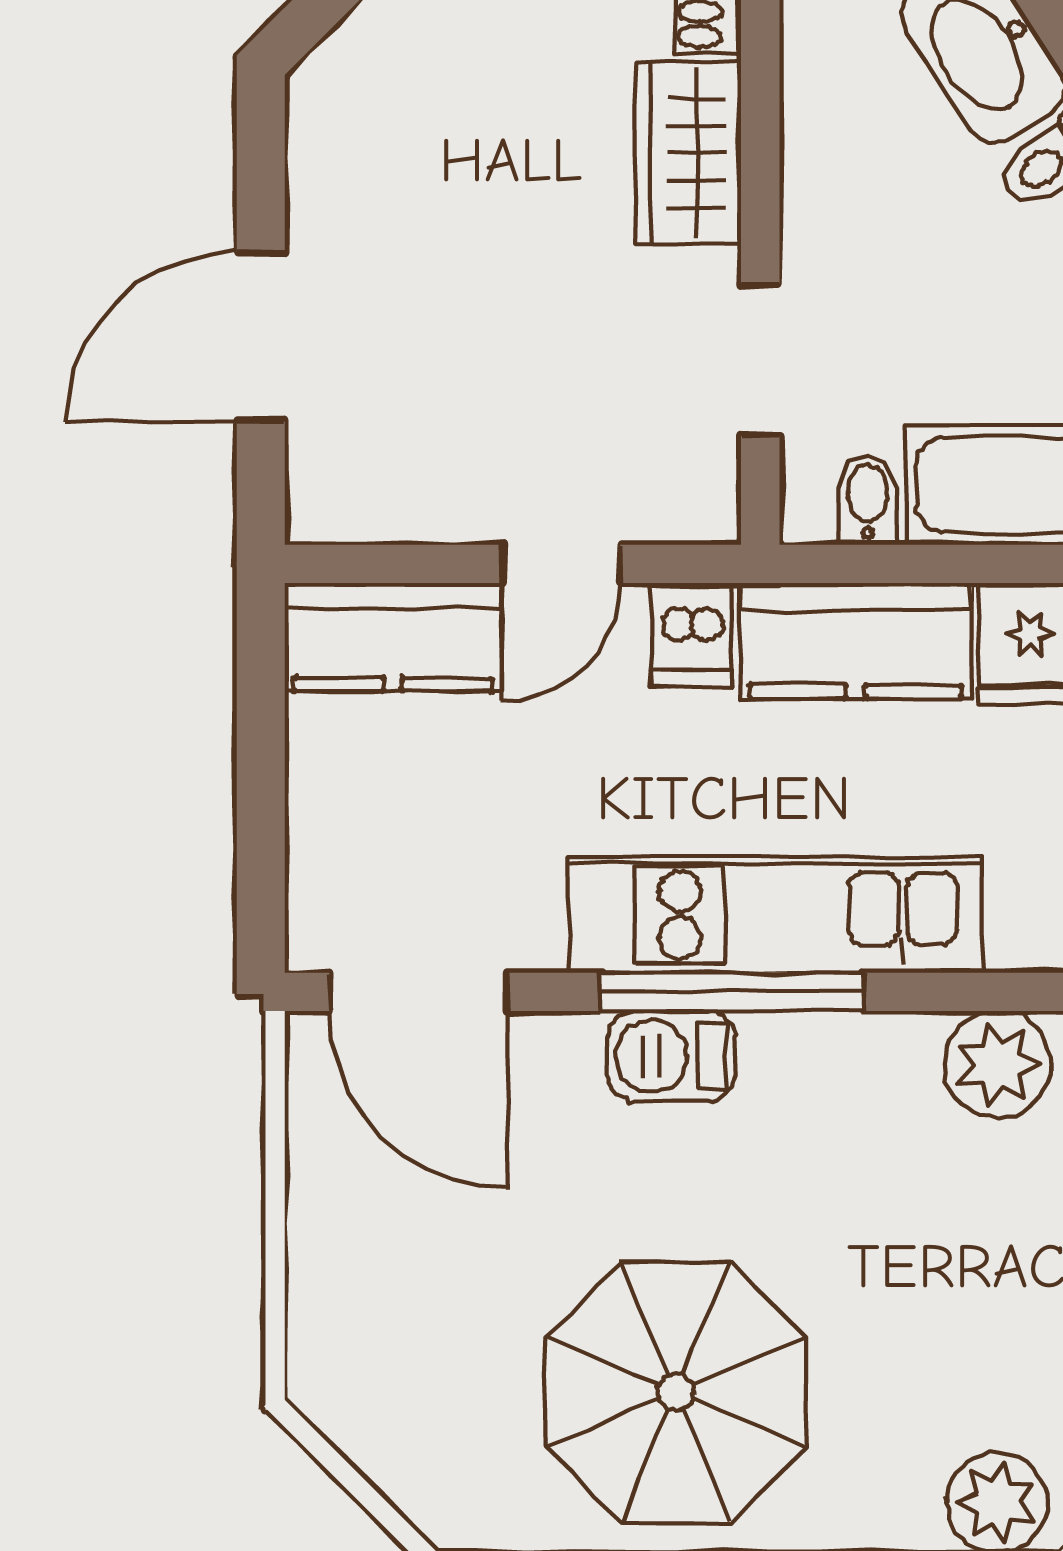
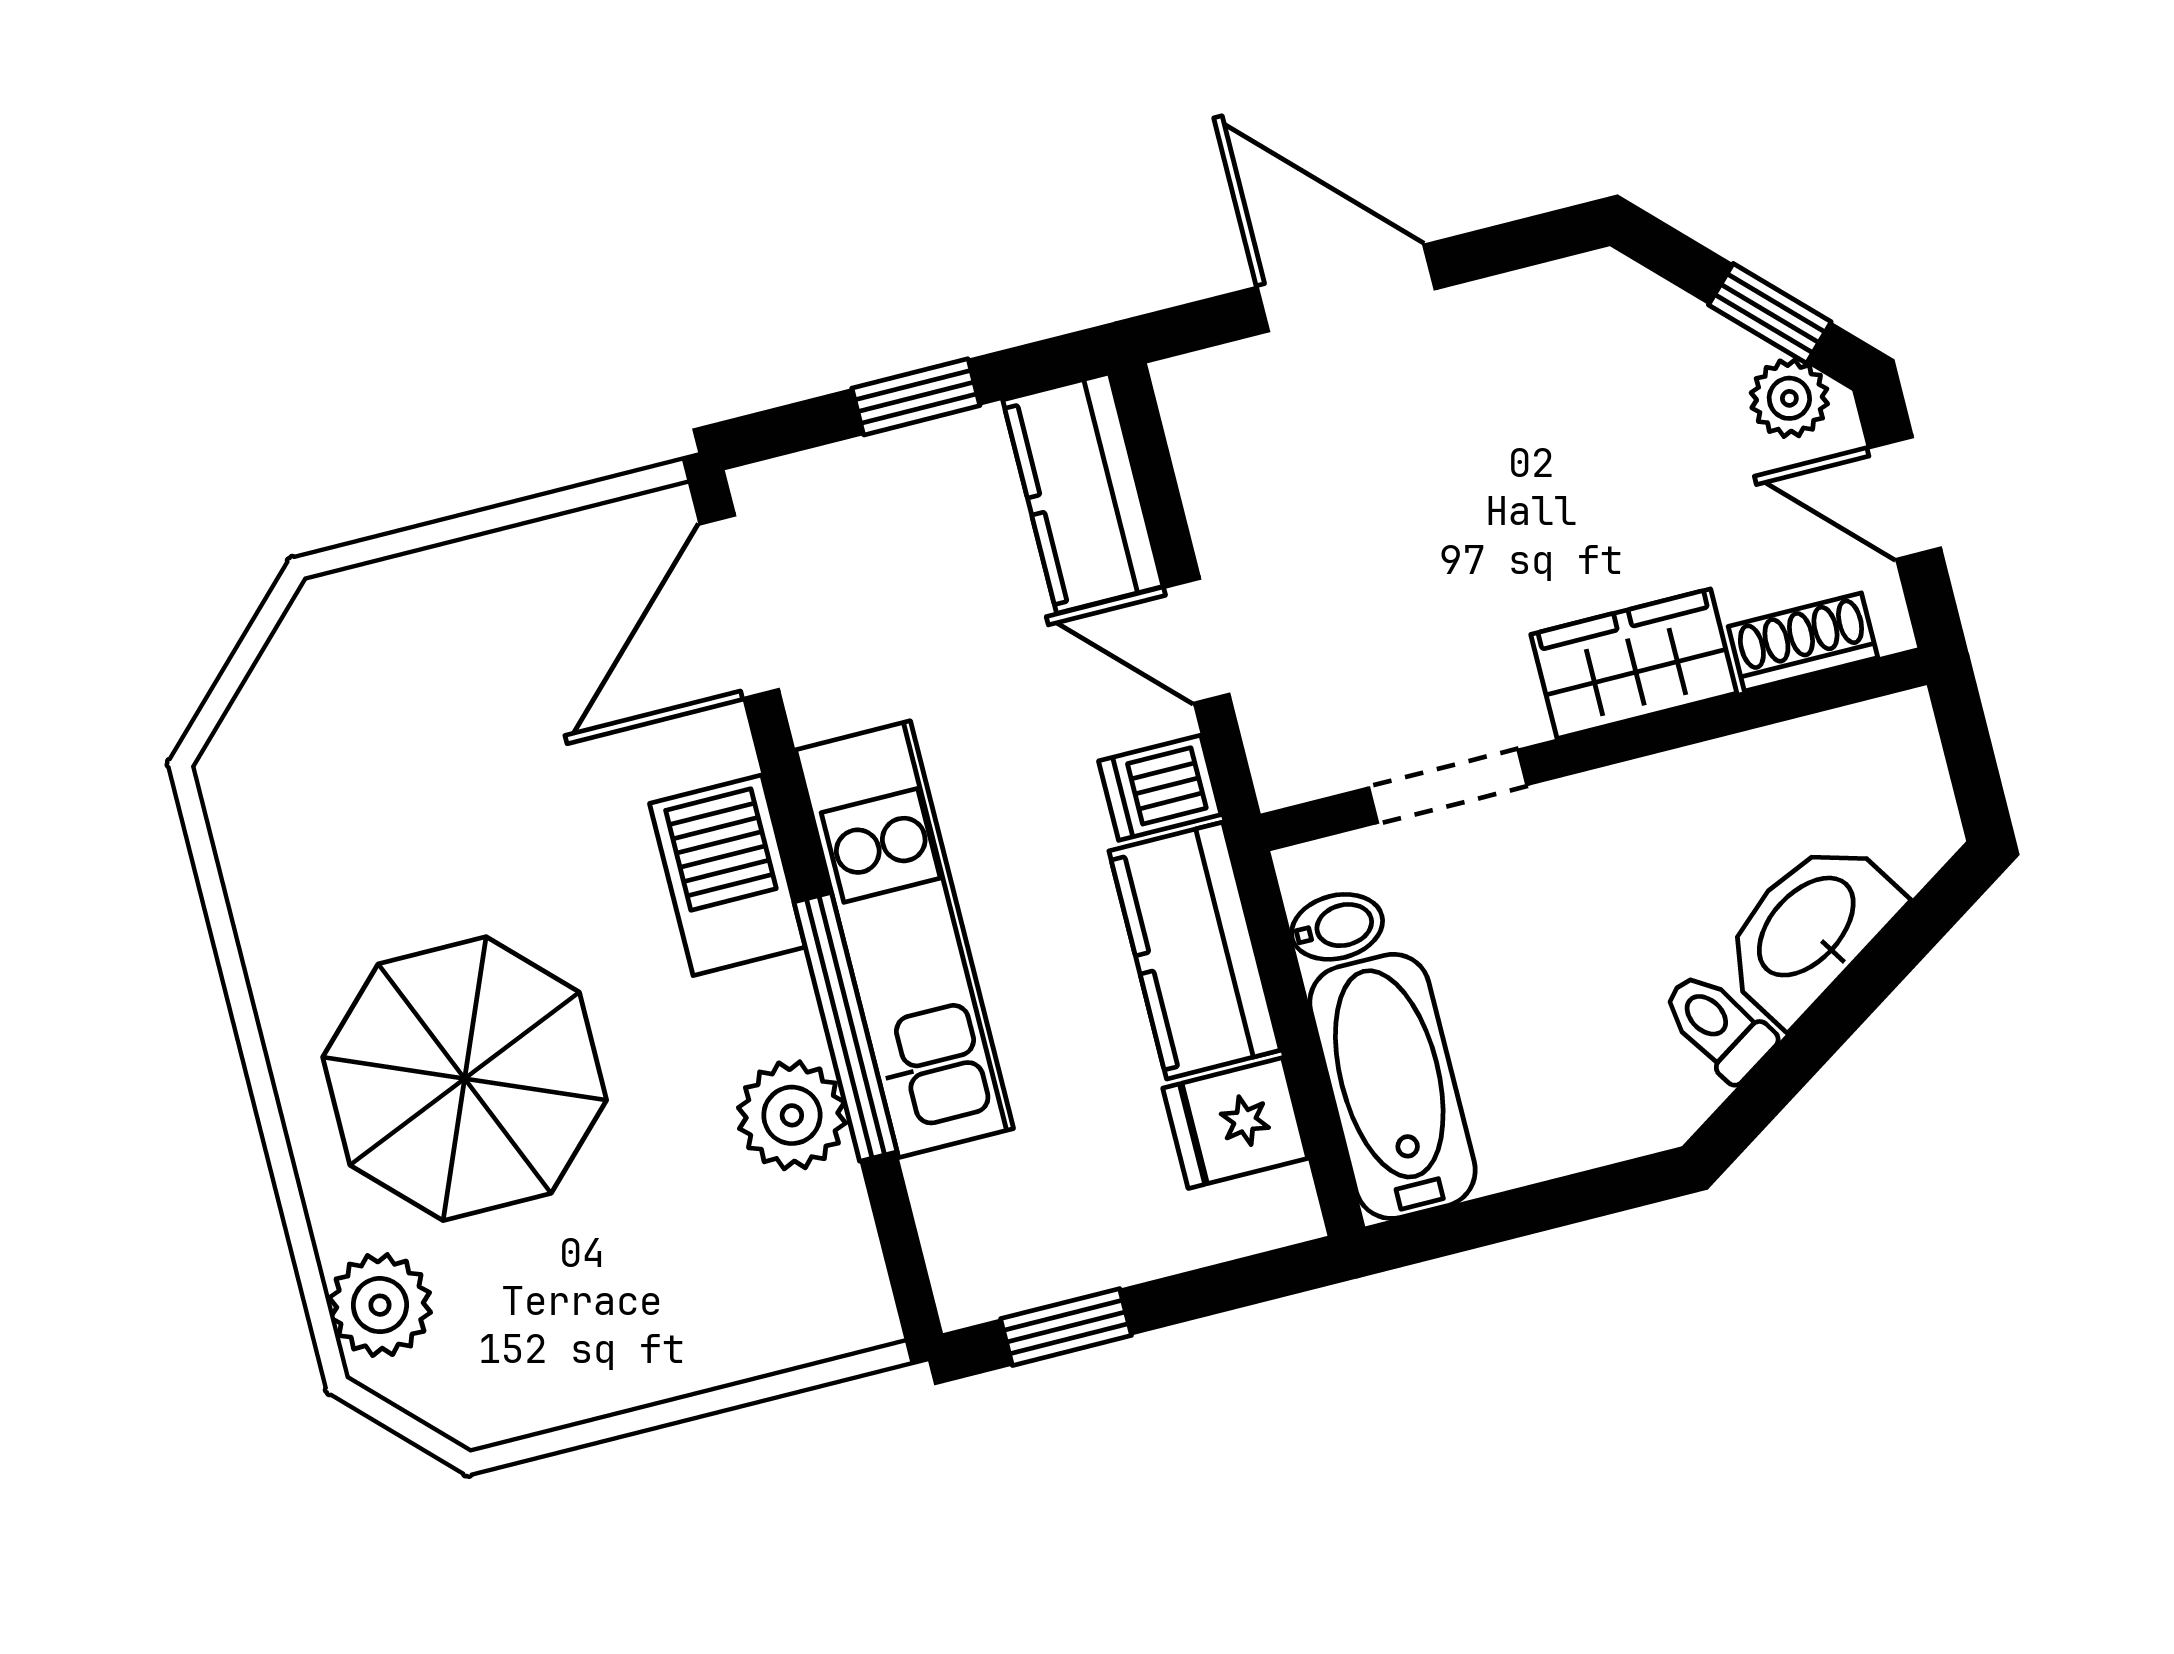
window: (261, 773) -> (916, 397), added
window: (732, 992) -> (846, 1027), moved
barbecue: (671, 1056) -> (727, 875), width x1.38, depth x1.27
plant: (998, 1064) -> (792, 1115), moved
parasol: (676, 1392) -> (465, 1079), moved

